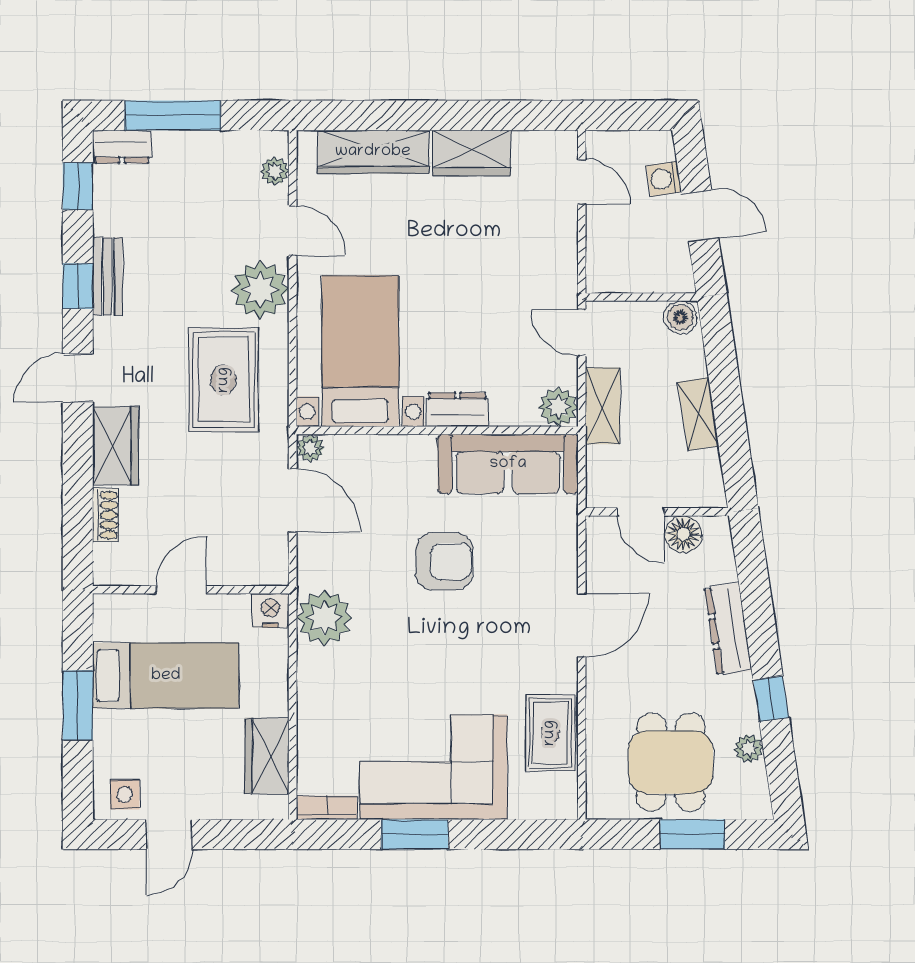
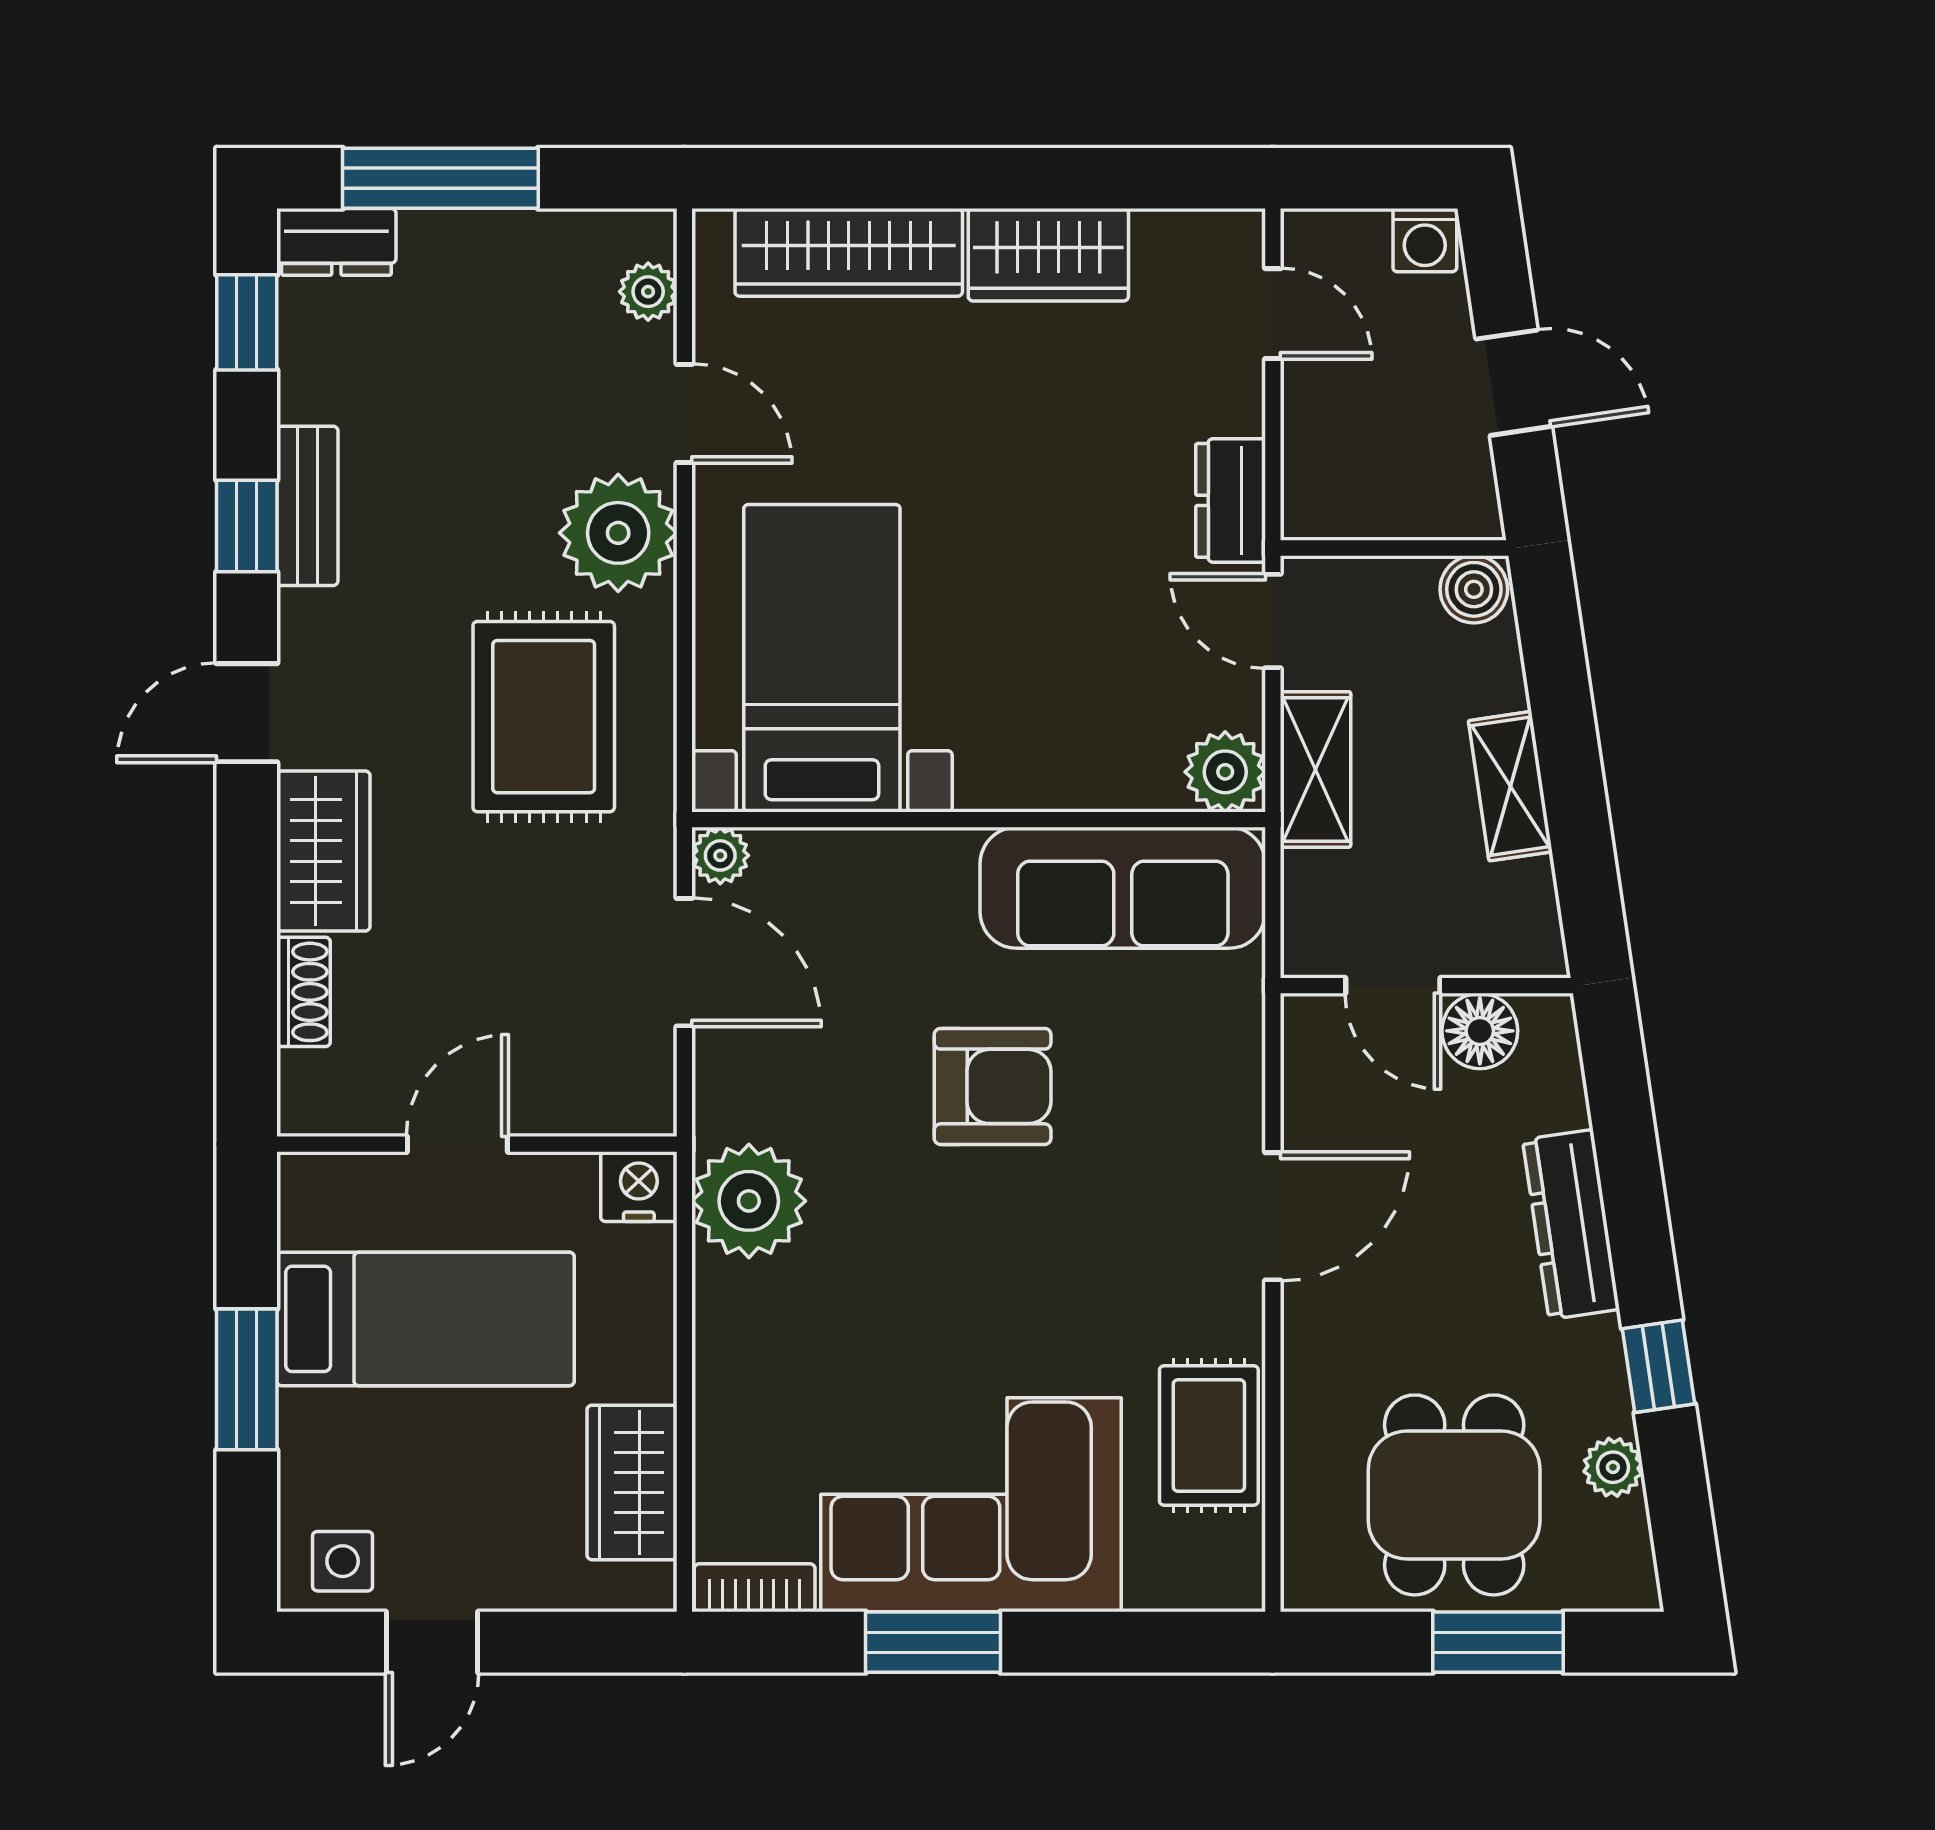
washing machine: (664, 179) -> (1425, 240), moved, turned -82
dresser: (457, 410) -> (1231, 500), moved, turned -90

